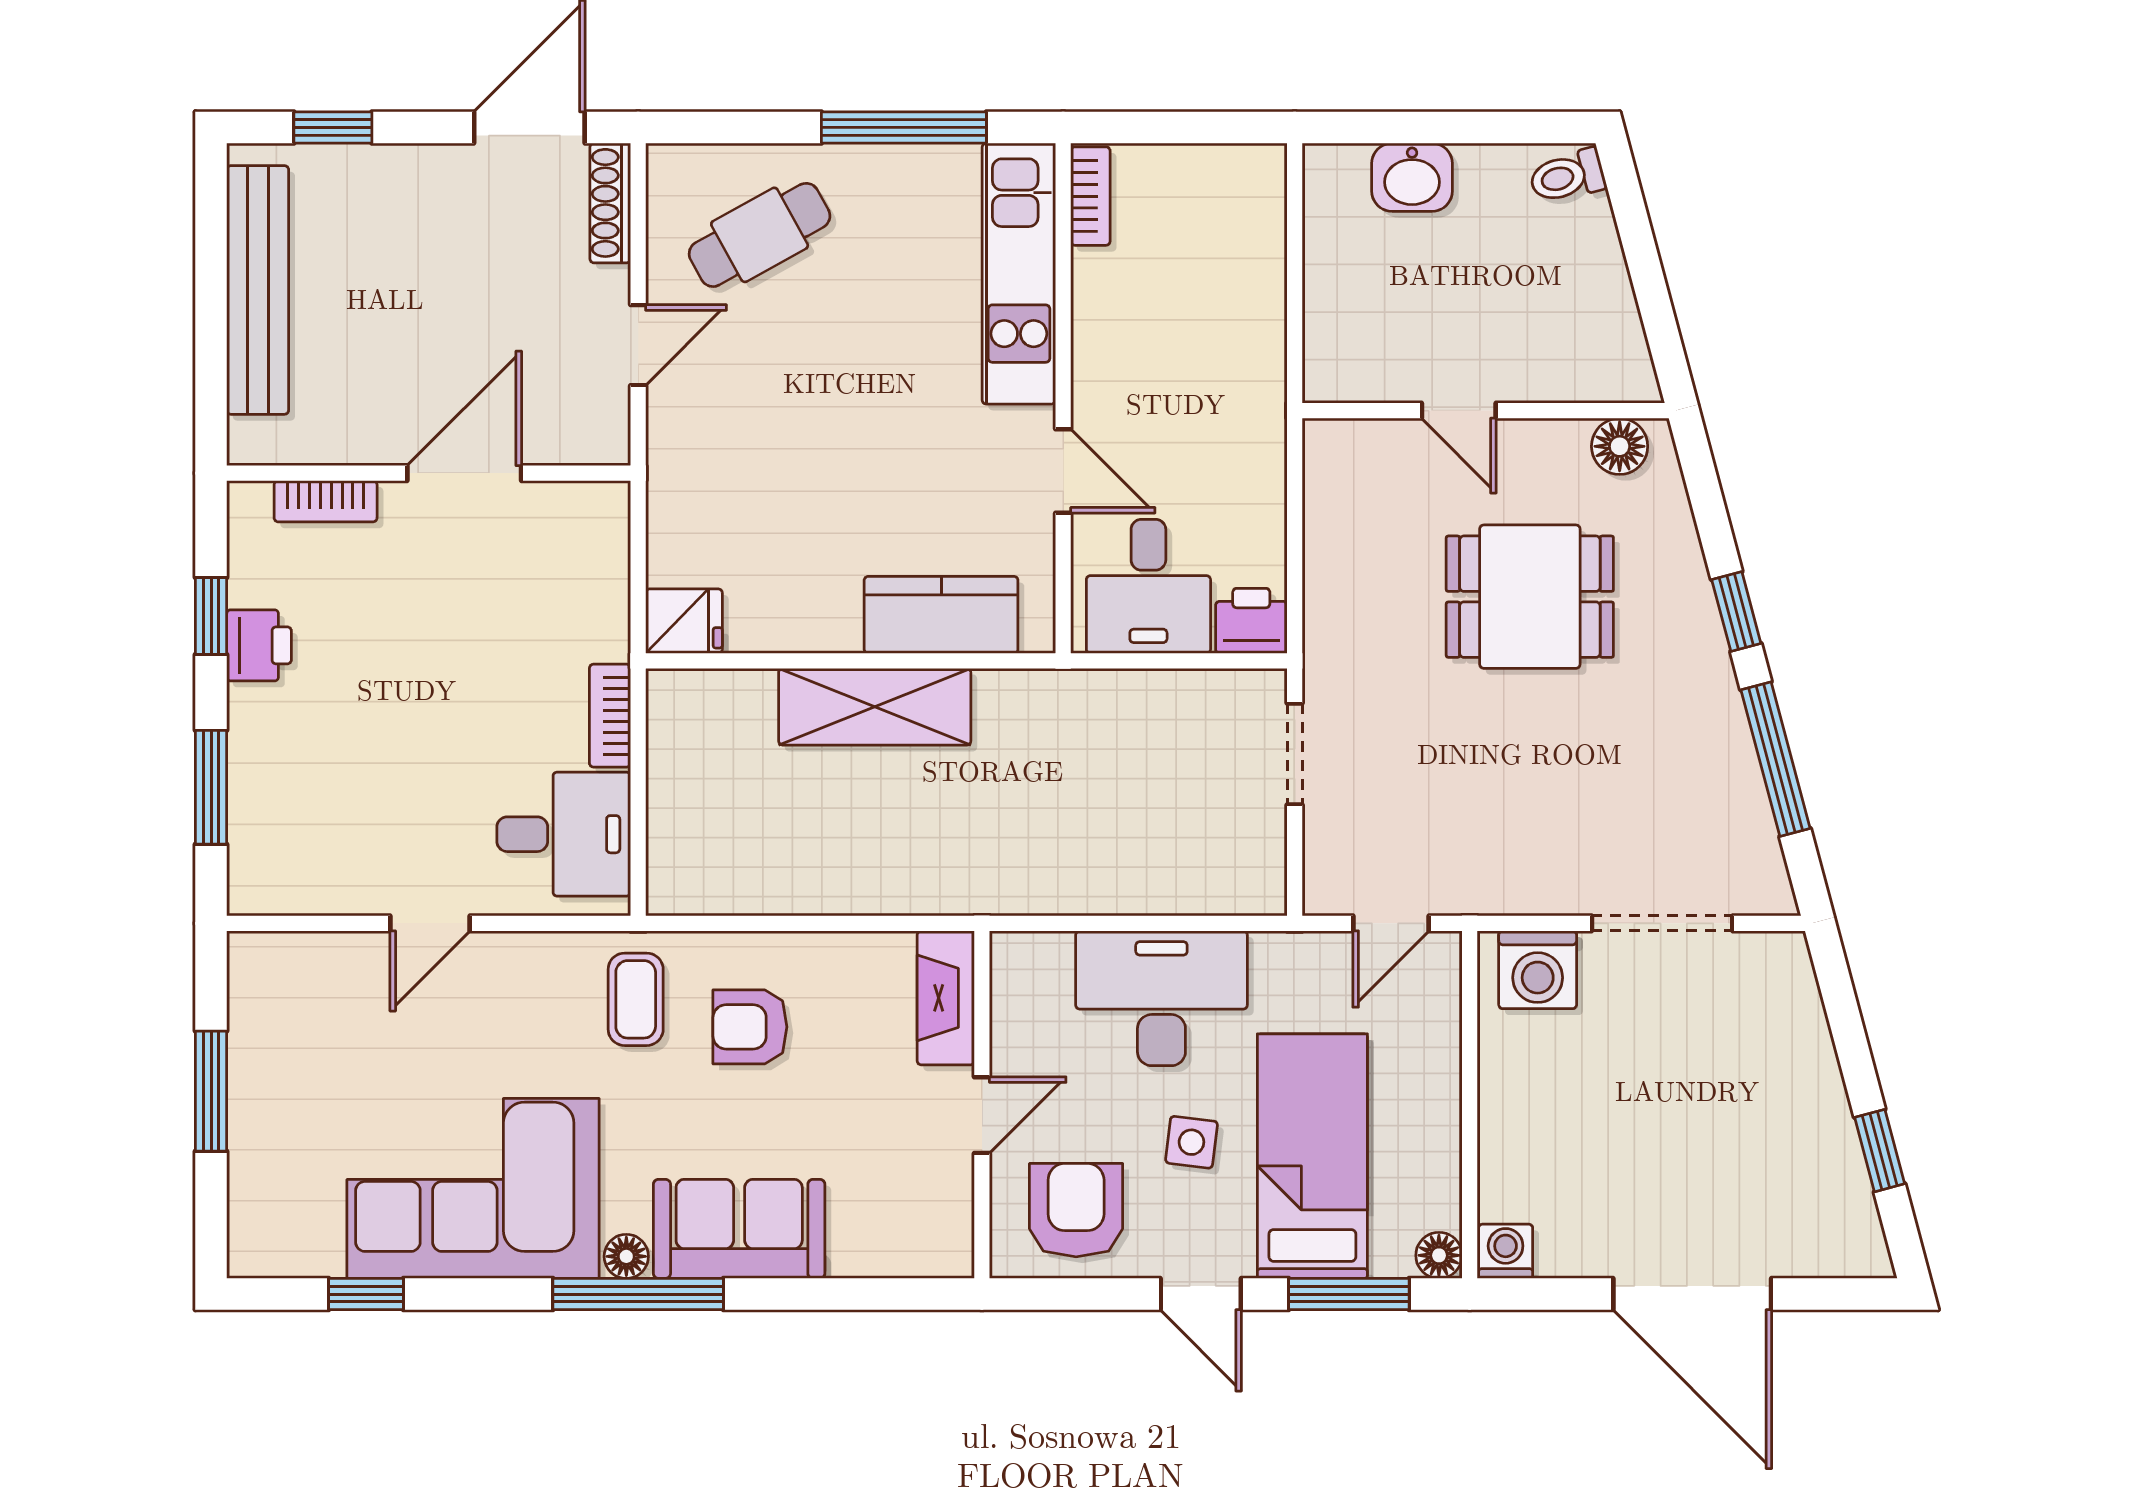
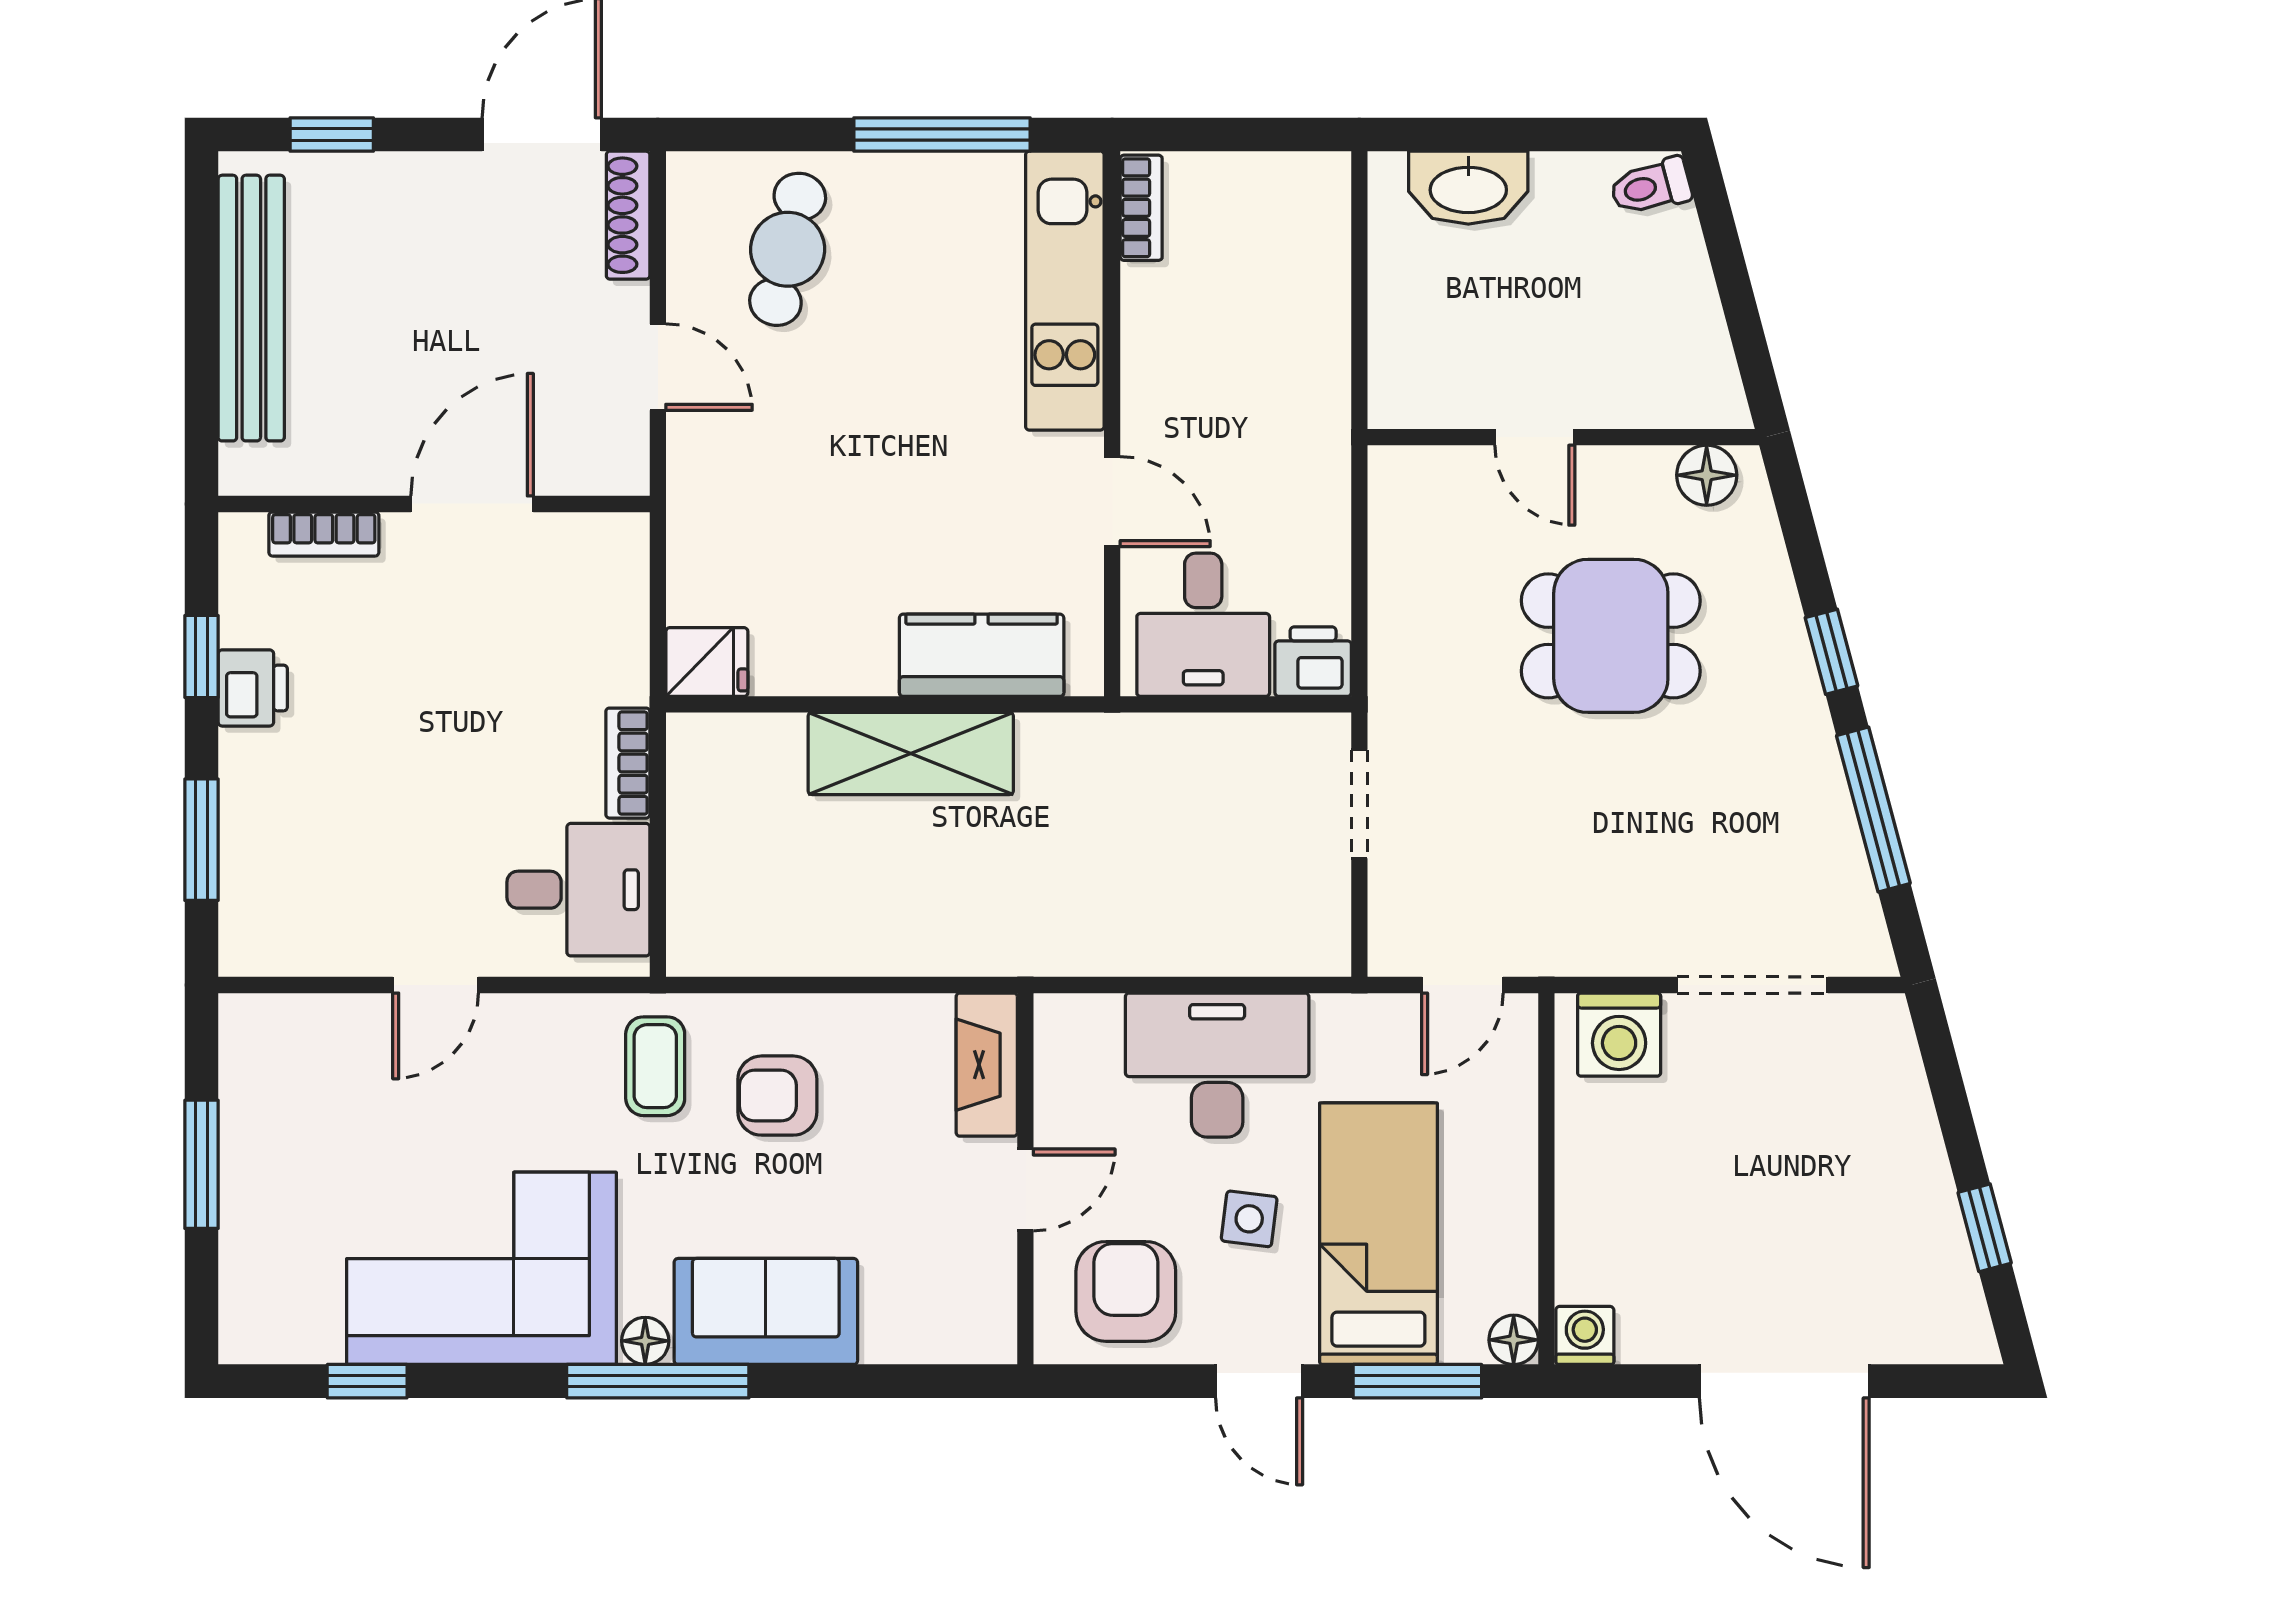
washbasin: (1412, 177) -> (1468, 188), width x1.38
cafe table: (760, 235) -> (788, 249), turned -48
door: (638, 345) -> (658, 367), hinge flipped

